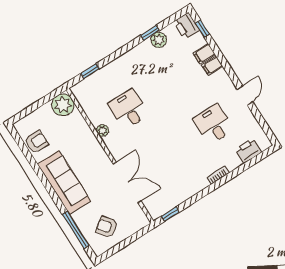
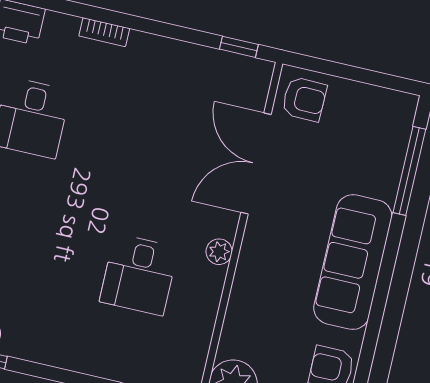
plant: (103, 130) -> (219, 252), moved
armchair: (107, 227) -> (304, 99), moved, turned -52

